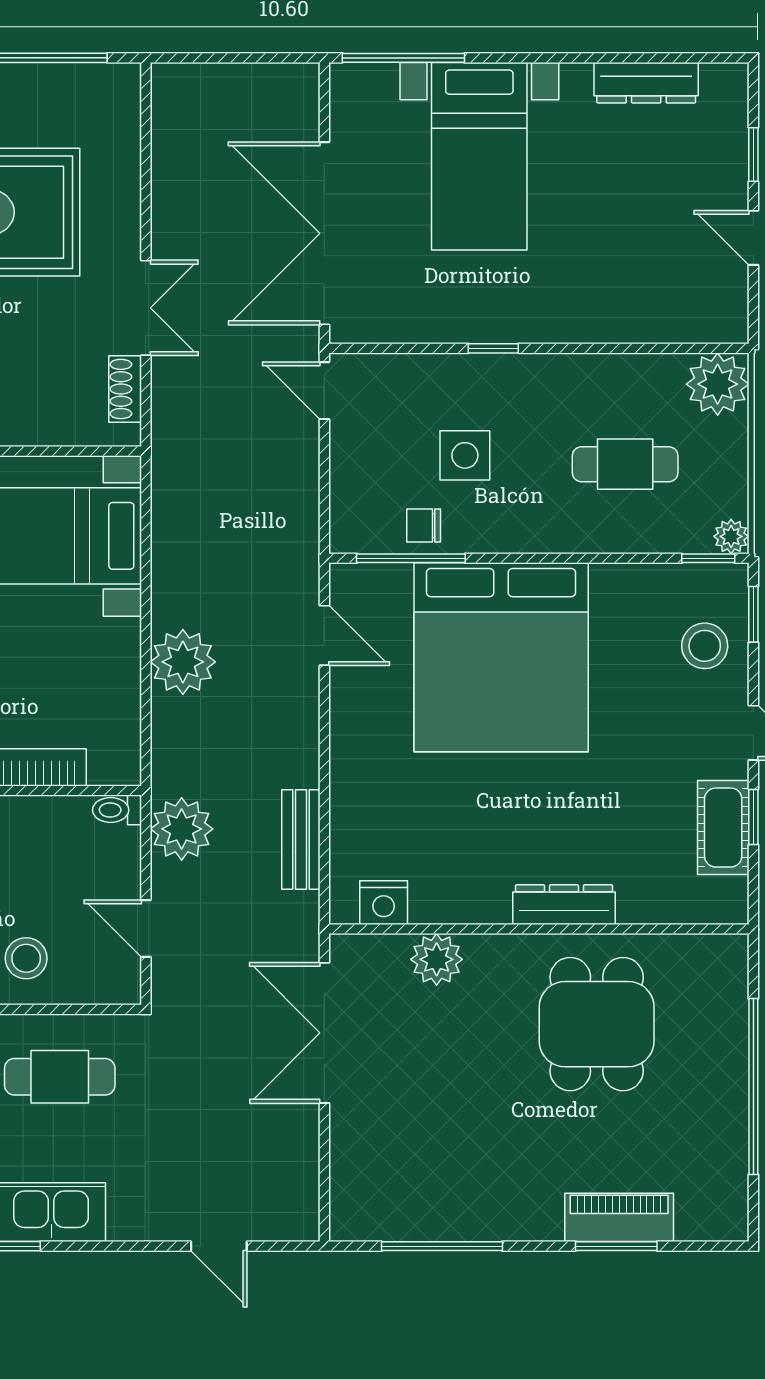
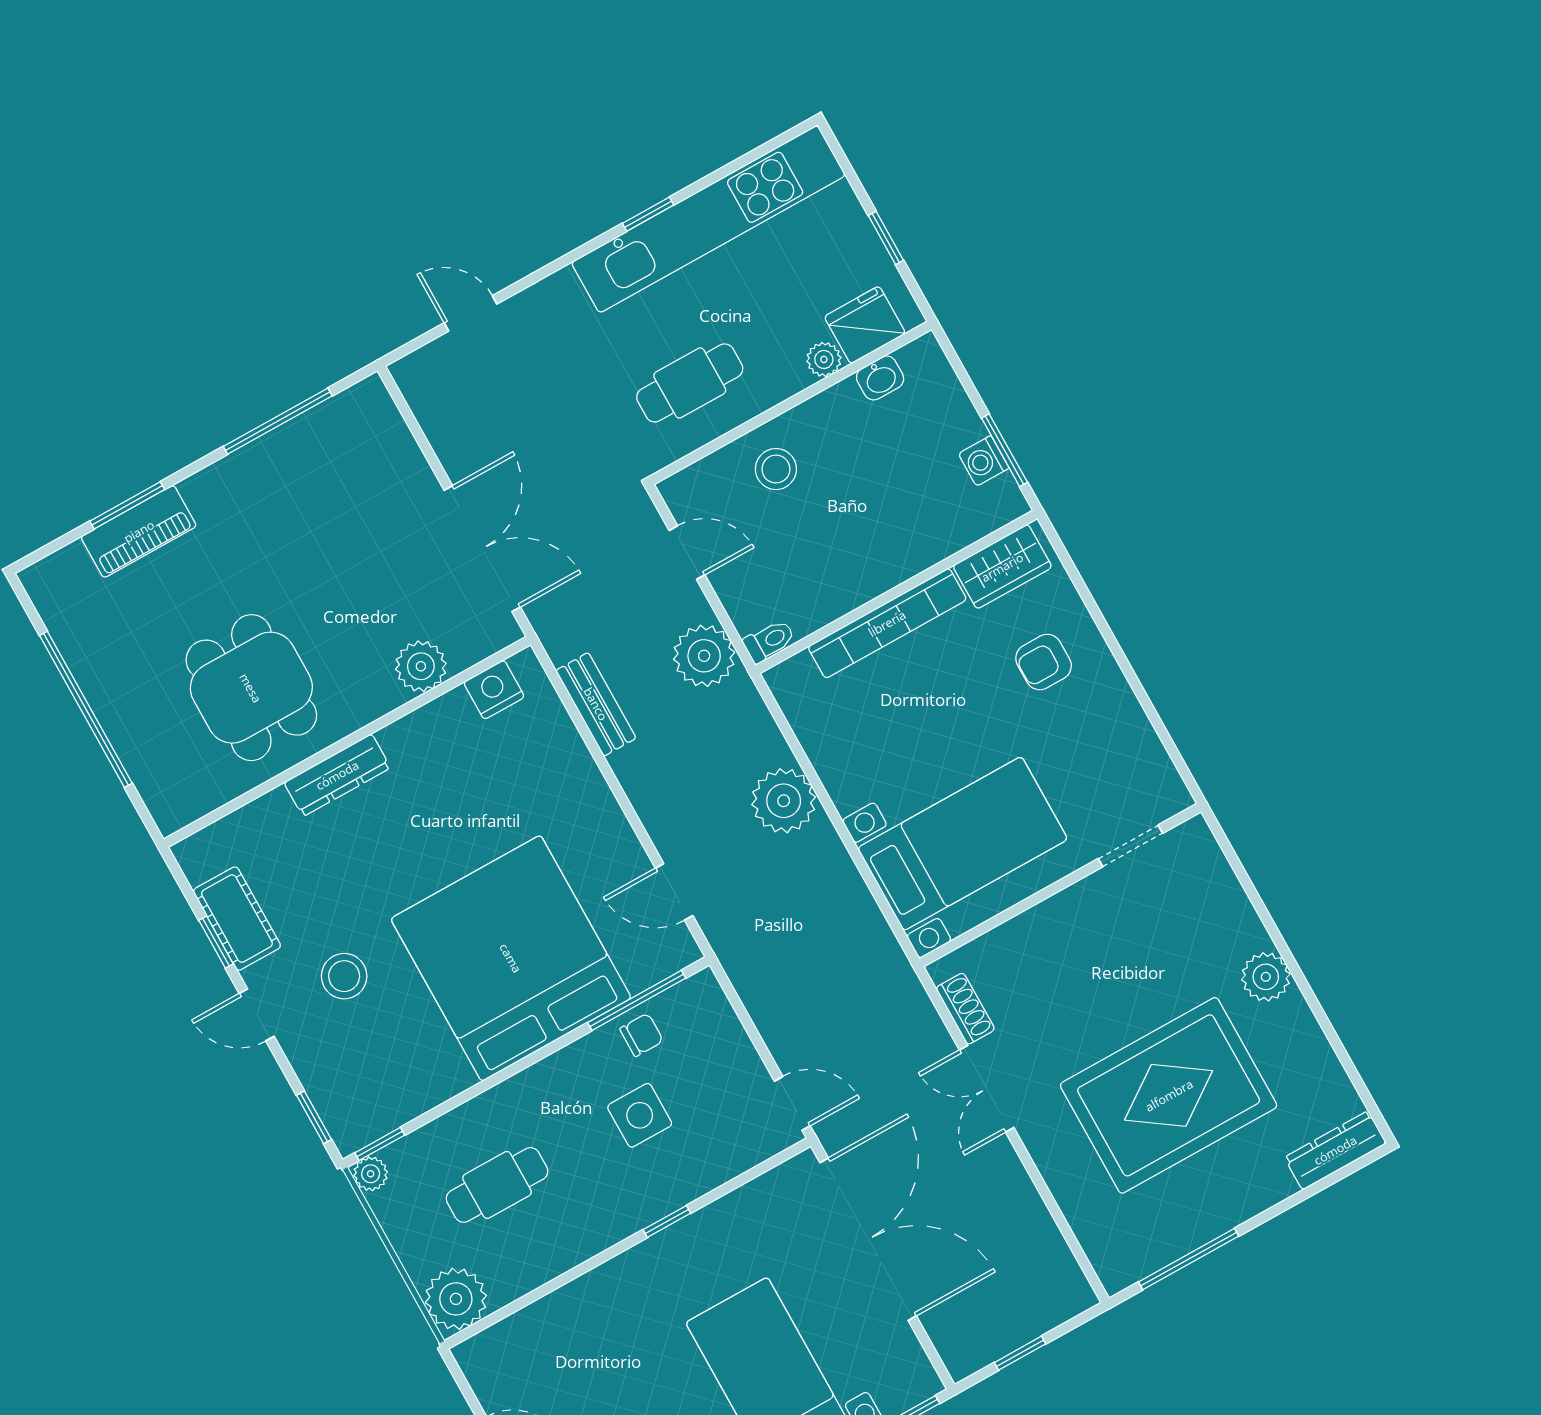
window: (247, 58) -> (1020, 1353), added
stool: (705, 646) -> (344, 976), moved

